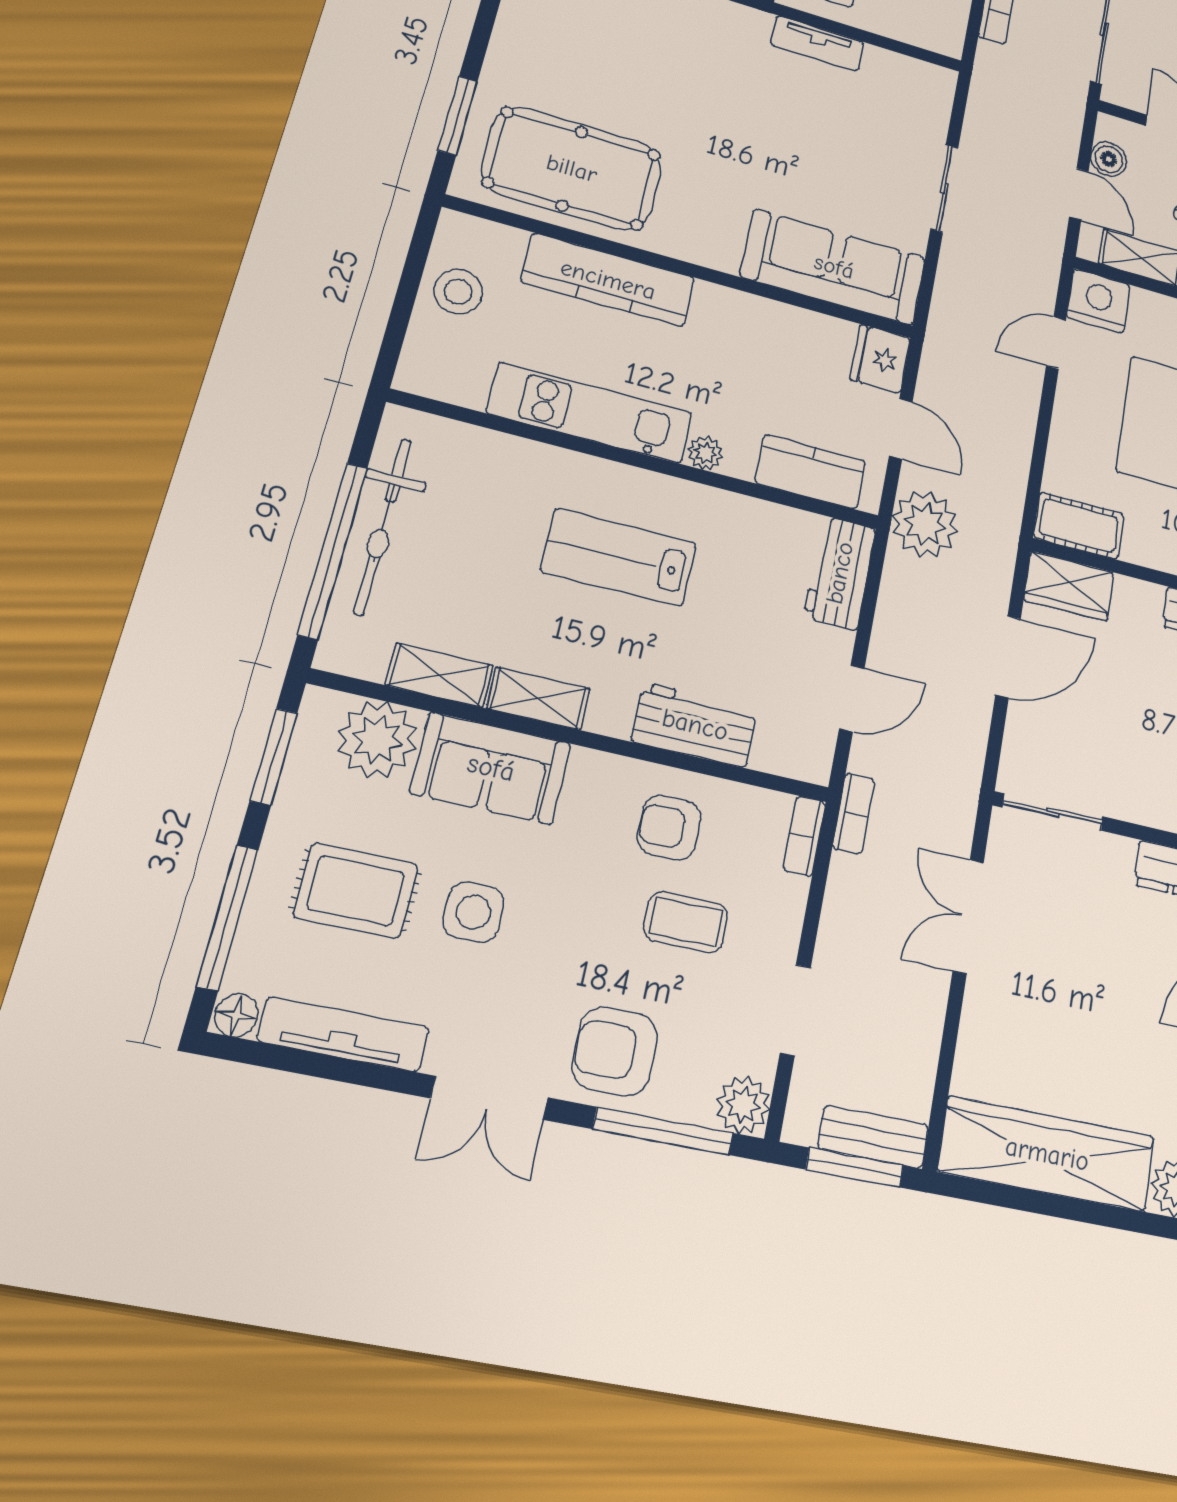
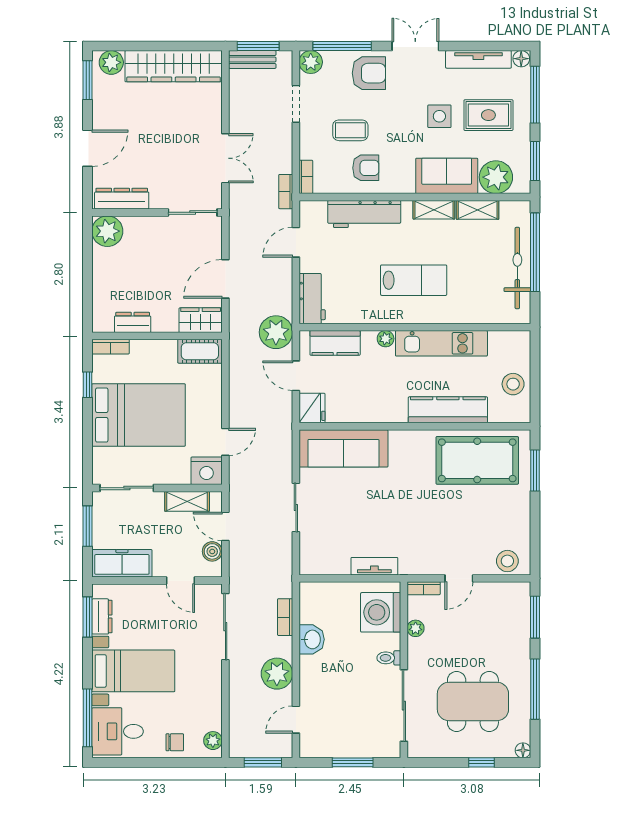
workbench: (695, 725) -> (364, 214), width x1.38

